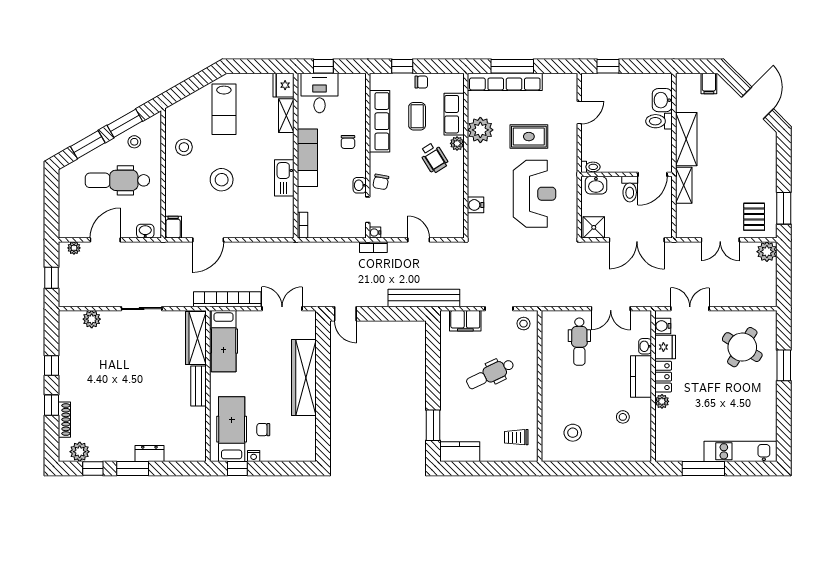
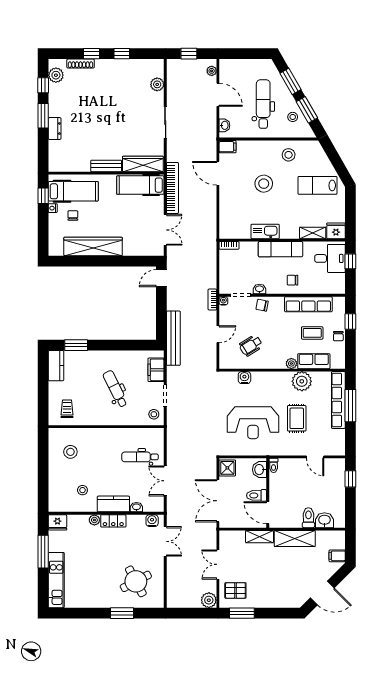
wheelchair: (434, 158) -> (251, 345), moved
fridge: (665, 347) -> (57, 522), moved
round table: (742, 347) -> (136, 581), turned 30
wardrobe: (304, 377) -> (93, 246), moved

